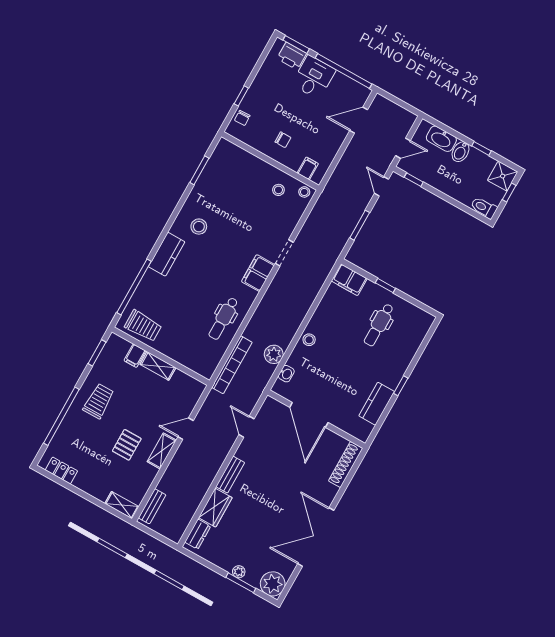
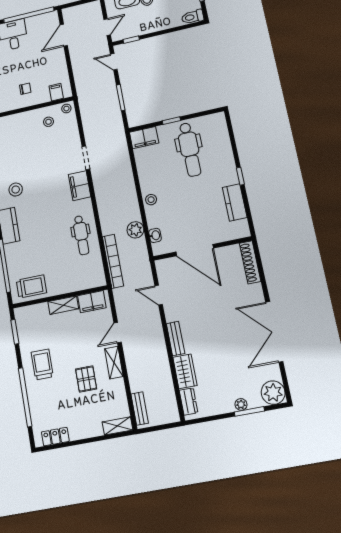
dental chair: (379, 325) -> (190, 149), width x1.36, depth x1.38
filing cabinet: (135, 356) -> (92, 302), moved, width x2.00

